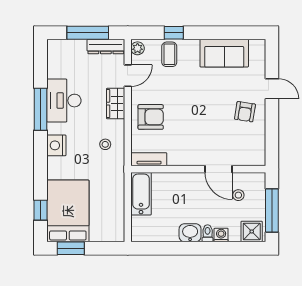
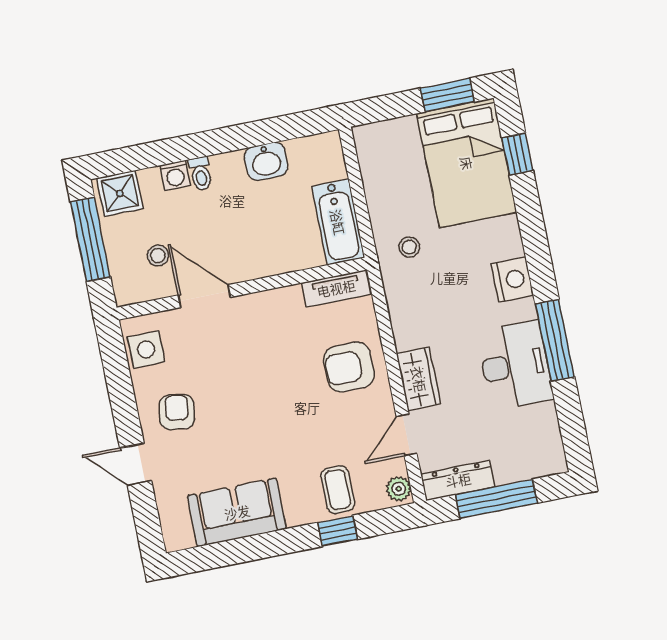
stool: (105, 144) -> (409, 247), moved
side table: (254, 147) -> (146, 349), added
washbasin: (190, 233) -> (266, 161), moved

